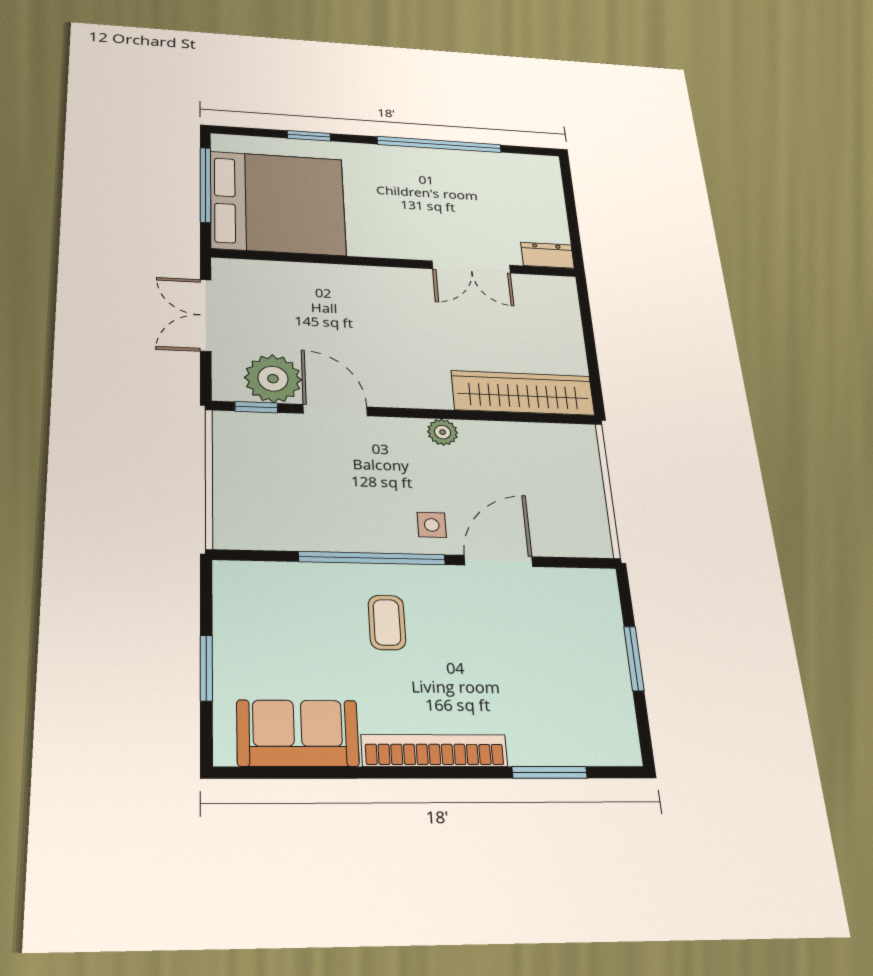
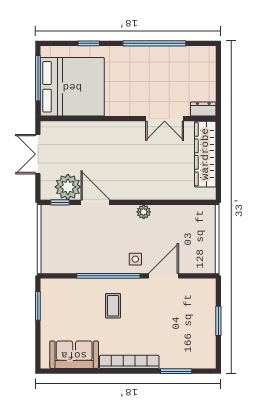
wardrobe: (523, 393) -> (205, 154), moved, turned -90
window: (206, 668) -> (38, 306), moved

